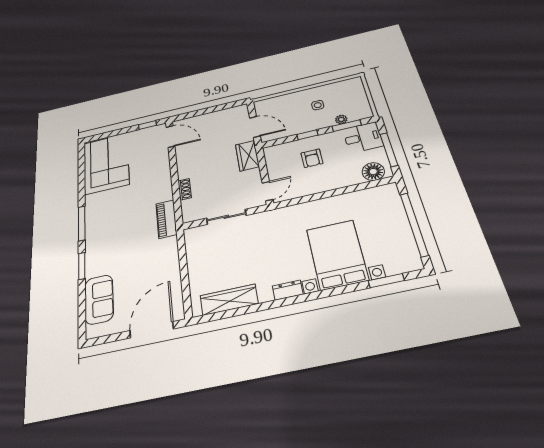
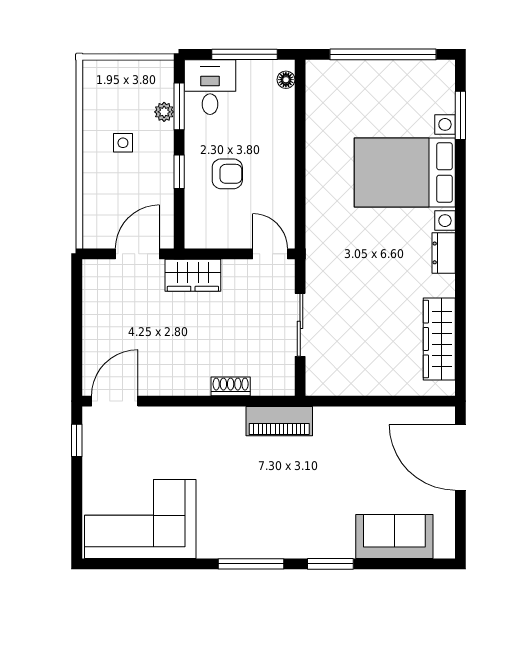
floor lamp: (373, 172) -> (286, 80), width x0.53, depth x0.53

